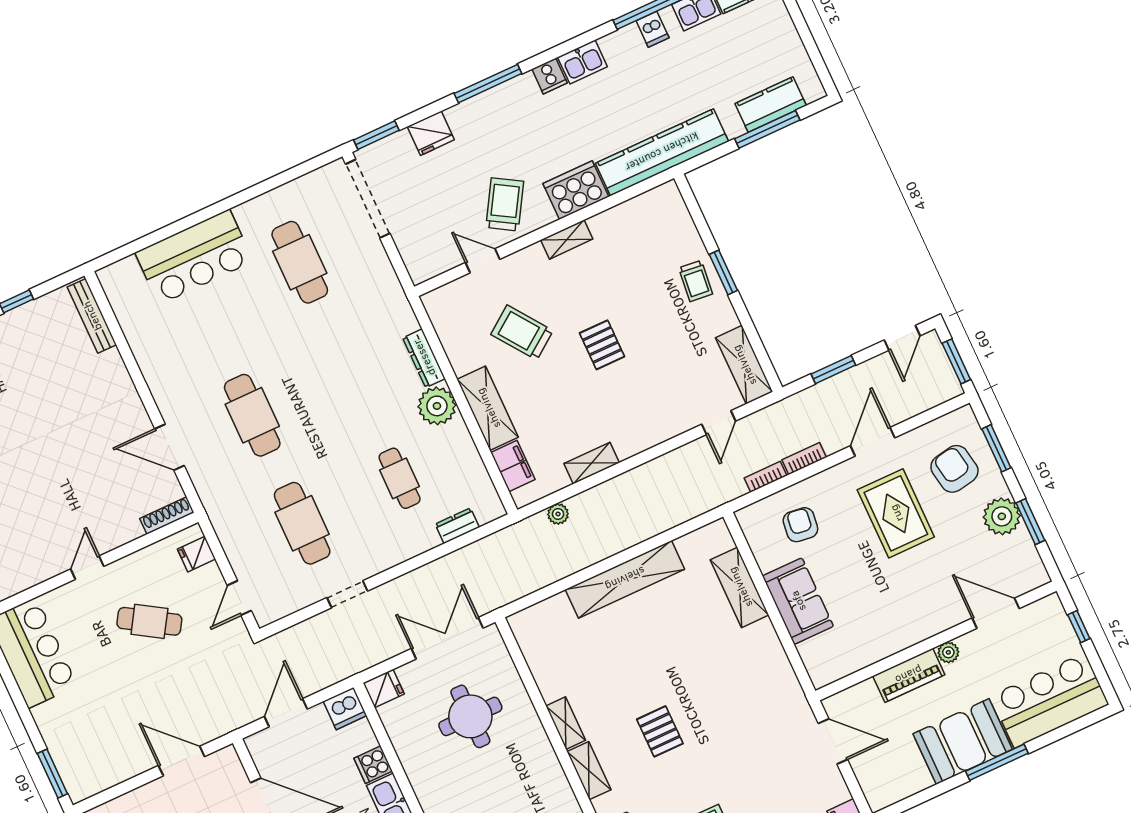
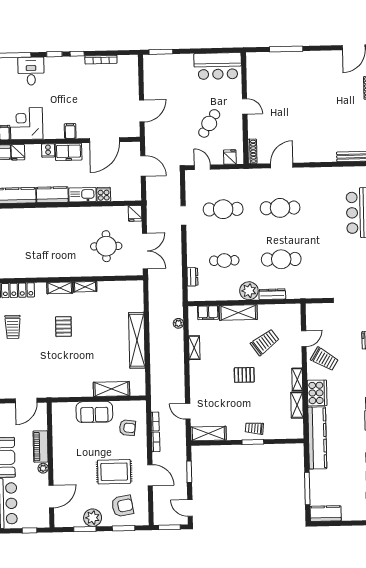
kitchen counter: (771, 105) -> (326, 514), moved, turned -90
shelving: (616, 219) -> (297, 405), added
cafe table: (300, 262) -> (281, 259), moved
dishwasher: (345, 708) -> (134, 193), removed
pallet: (660, 731) -> (63, 327), turned 90

